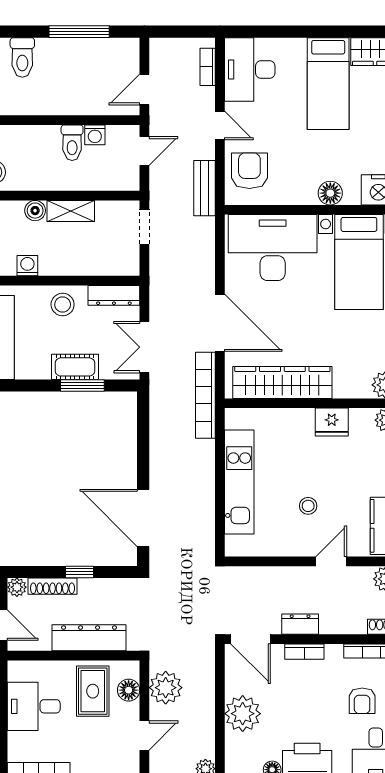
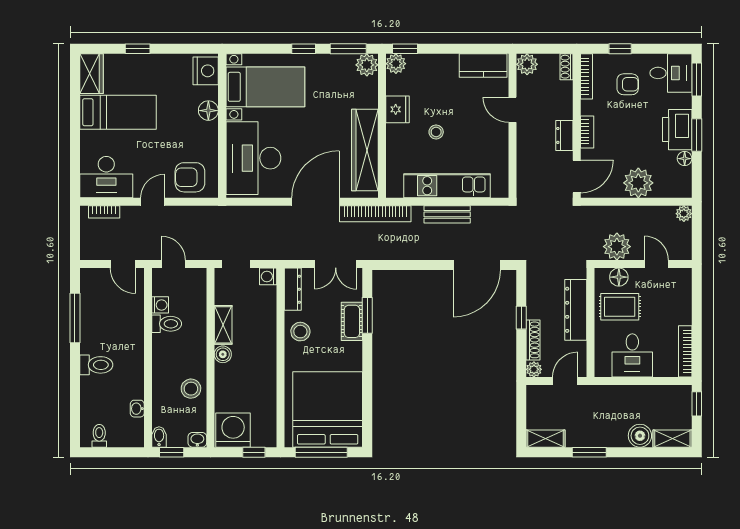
bench: (205, 188) -> (447, 214), moved
washing machine: (27, 266) -> (268, 276), moved
stool: (308, 506) -> (436, 132), moved

